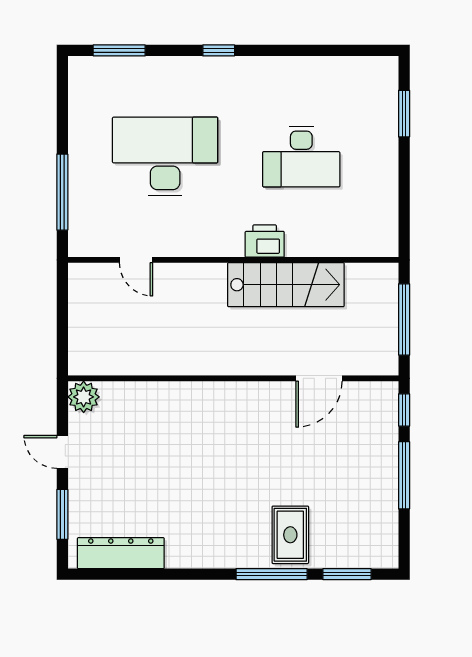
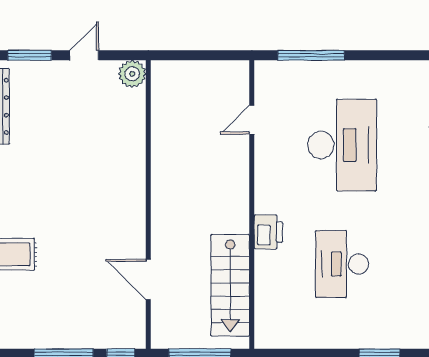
stairs: (286, 285) -> (230, 285), moved

